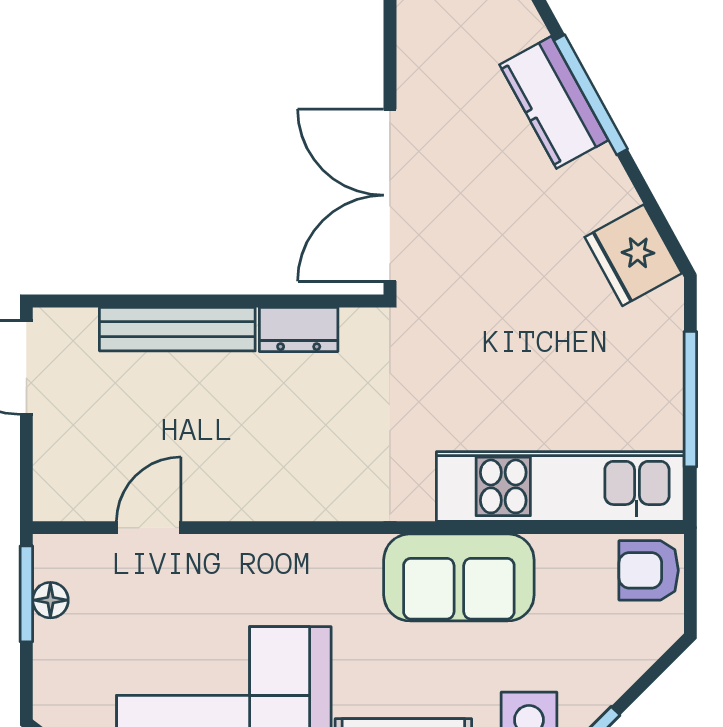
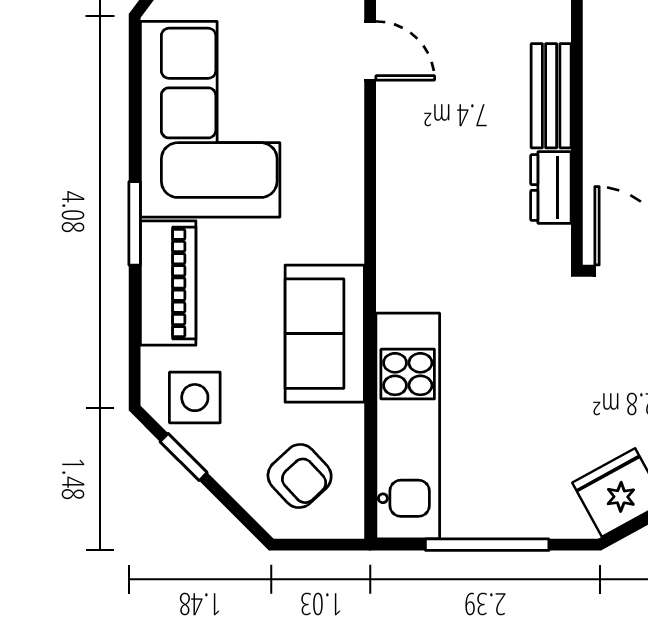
bench: (177, 329) -> (551, 96), width x0.73
armchair: (649, 570) -> (300, 476), moved, turned 137

